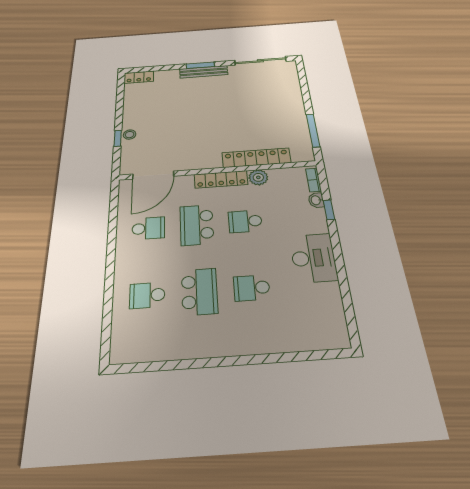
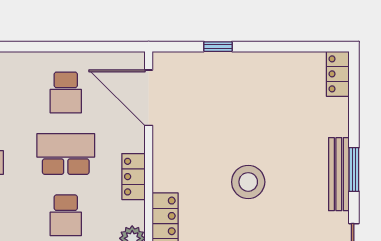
stool: (130, 135) -> (248, 182), moved, width x1.89, depth x1.89
locker: (221, 179) -> (133, 177), width x0.66
school desk: (245, 221) -> (66, 215), turned 180

